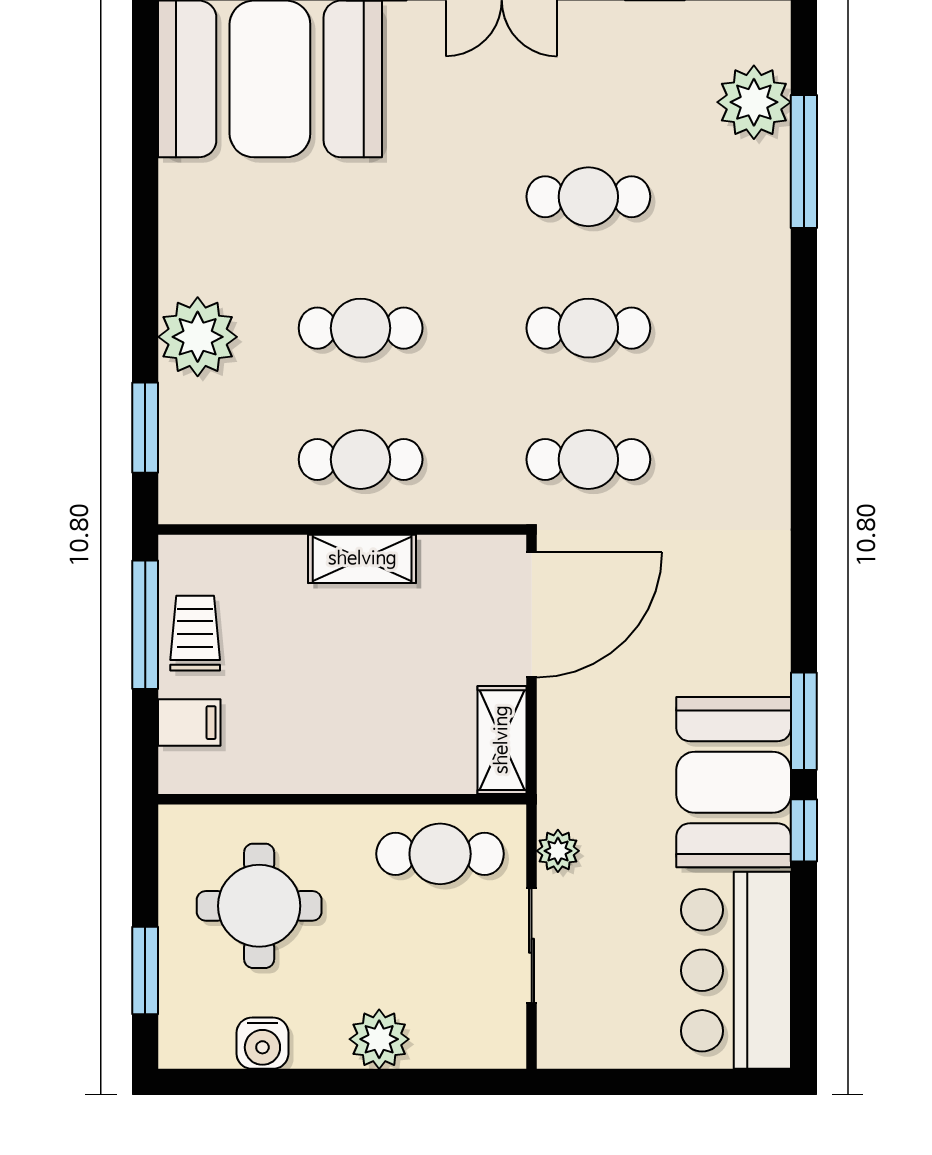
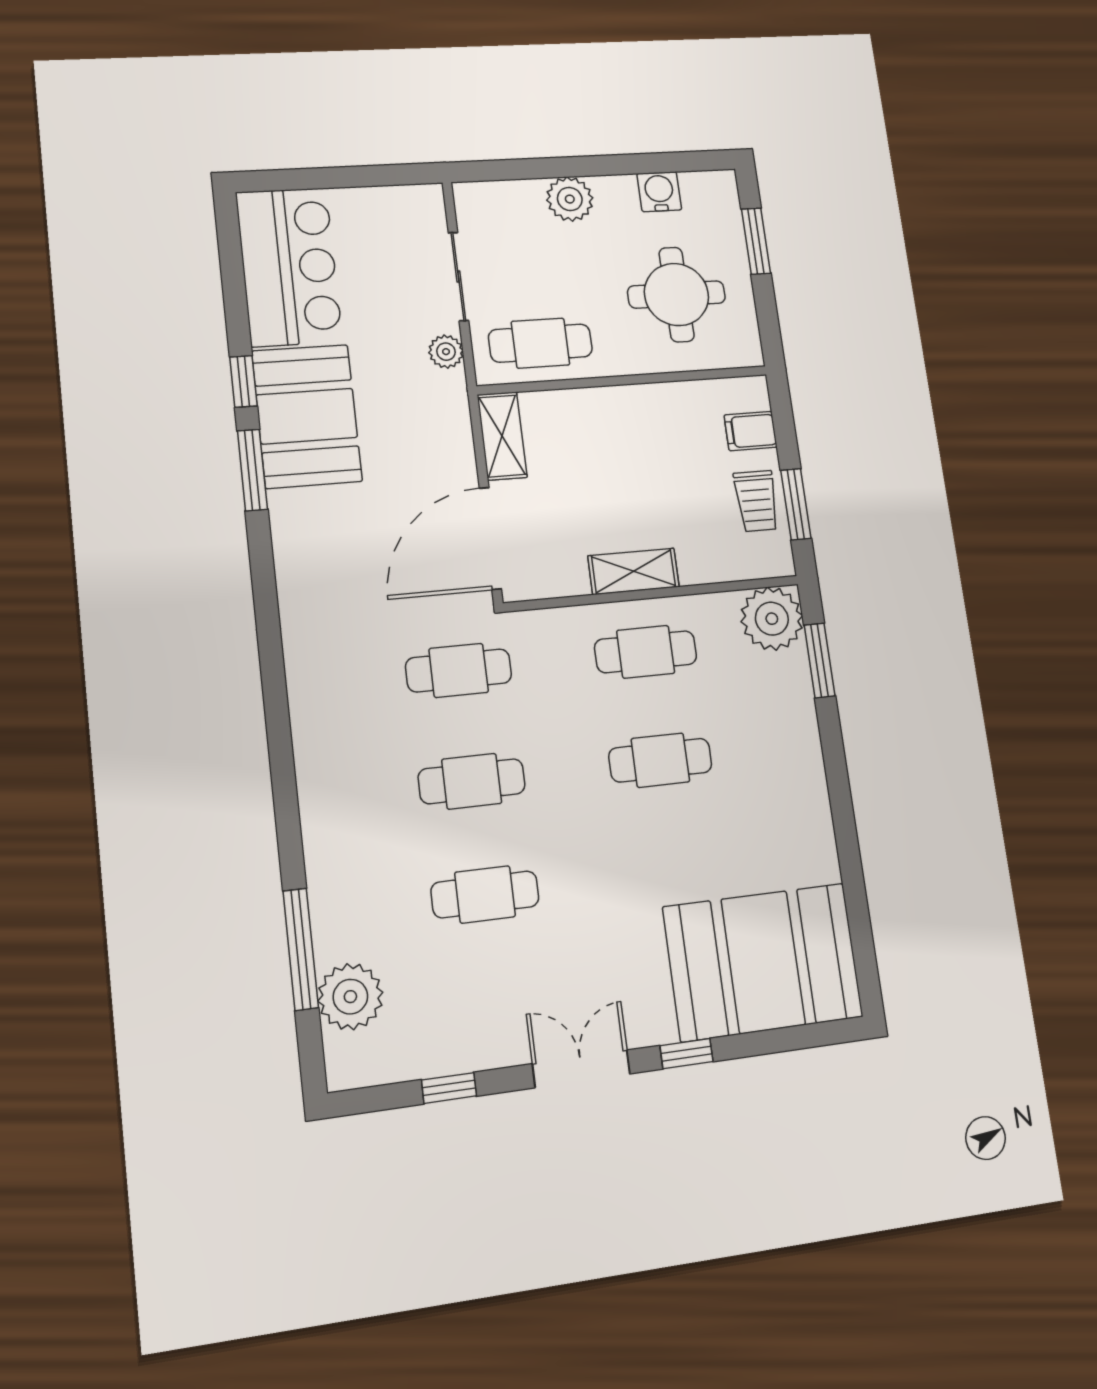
plant: (198, 337) -> (772, 619), moved
window: (145, 625) -> (796, 504), width x0.69

